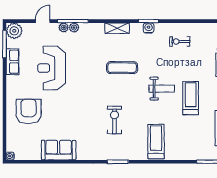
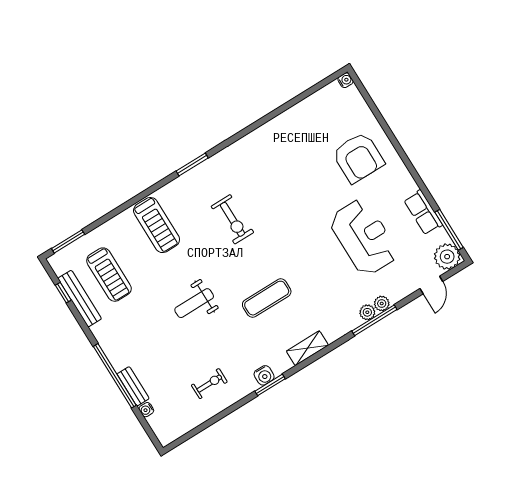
door: (43, 21) -> (431, 285), moved
treadmill: (191, 98) -> (109, 275), moved
sofa: (59, 150) -> (284, 130), removed

